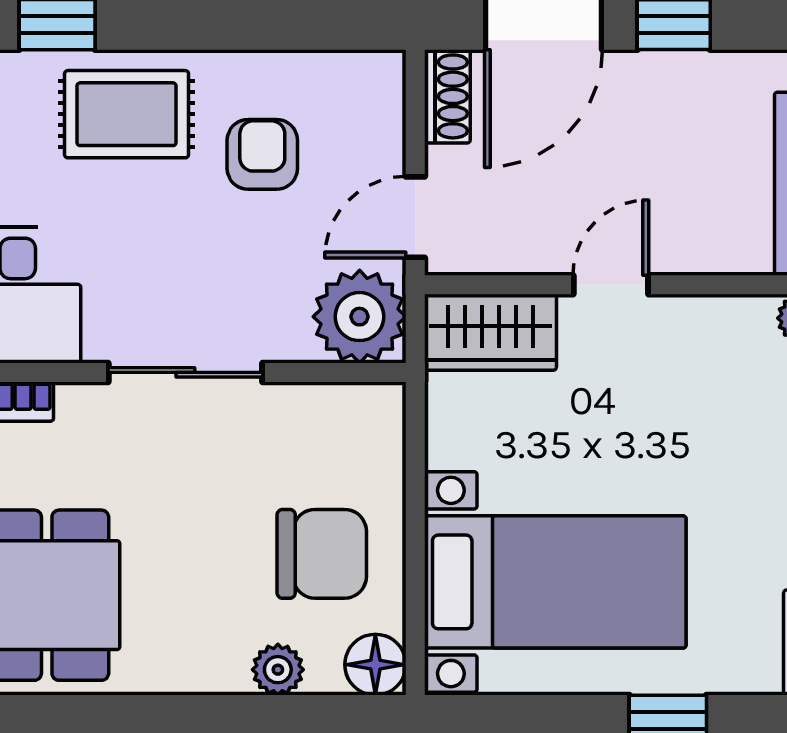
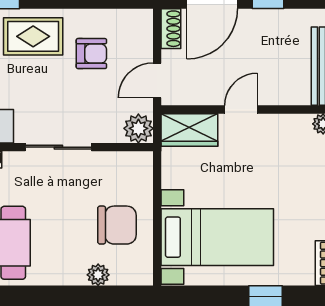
armchair: (262, 154) -> (91, 54), turned 90
plant: (360, 317) -> (138, 128), width x0.73, depth x0.73
floor lamp: (375, 665) -> (140, 273), removed

